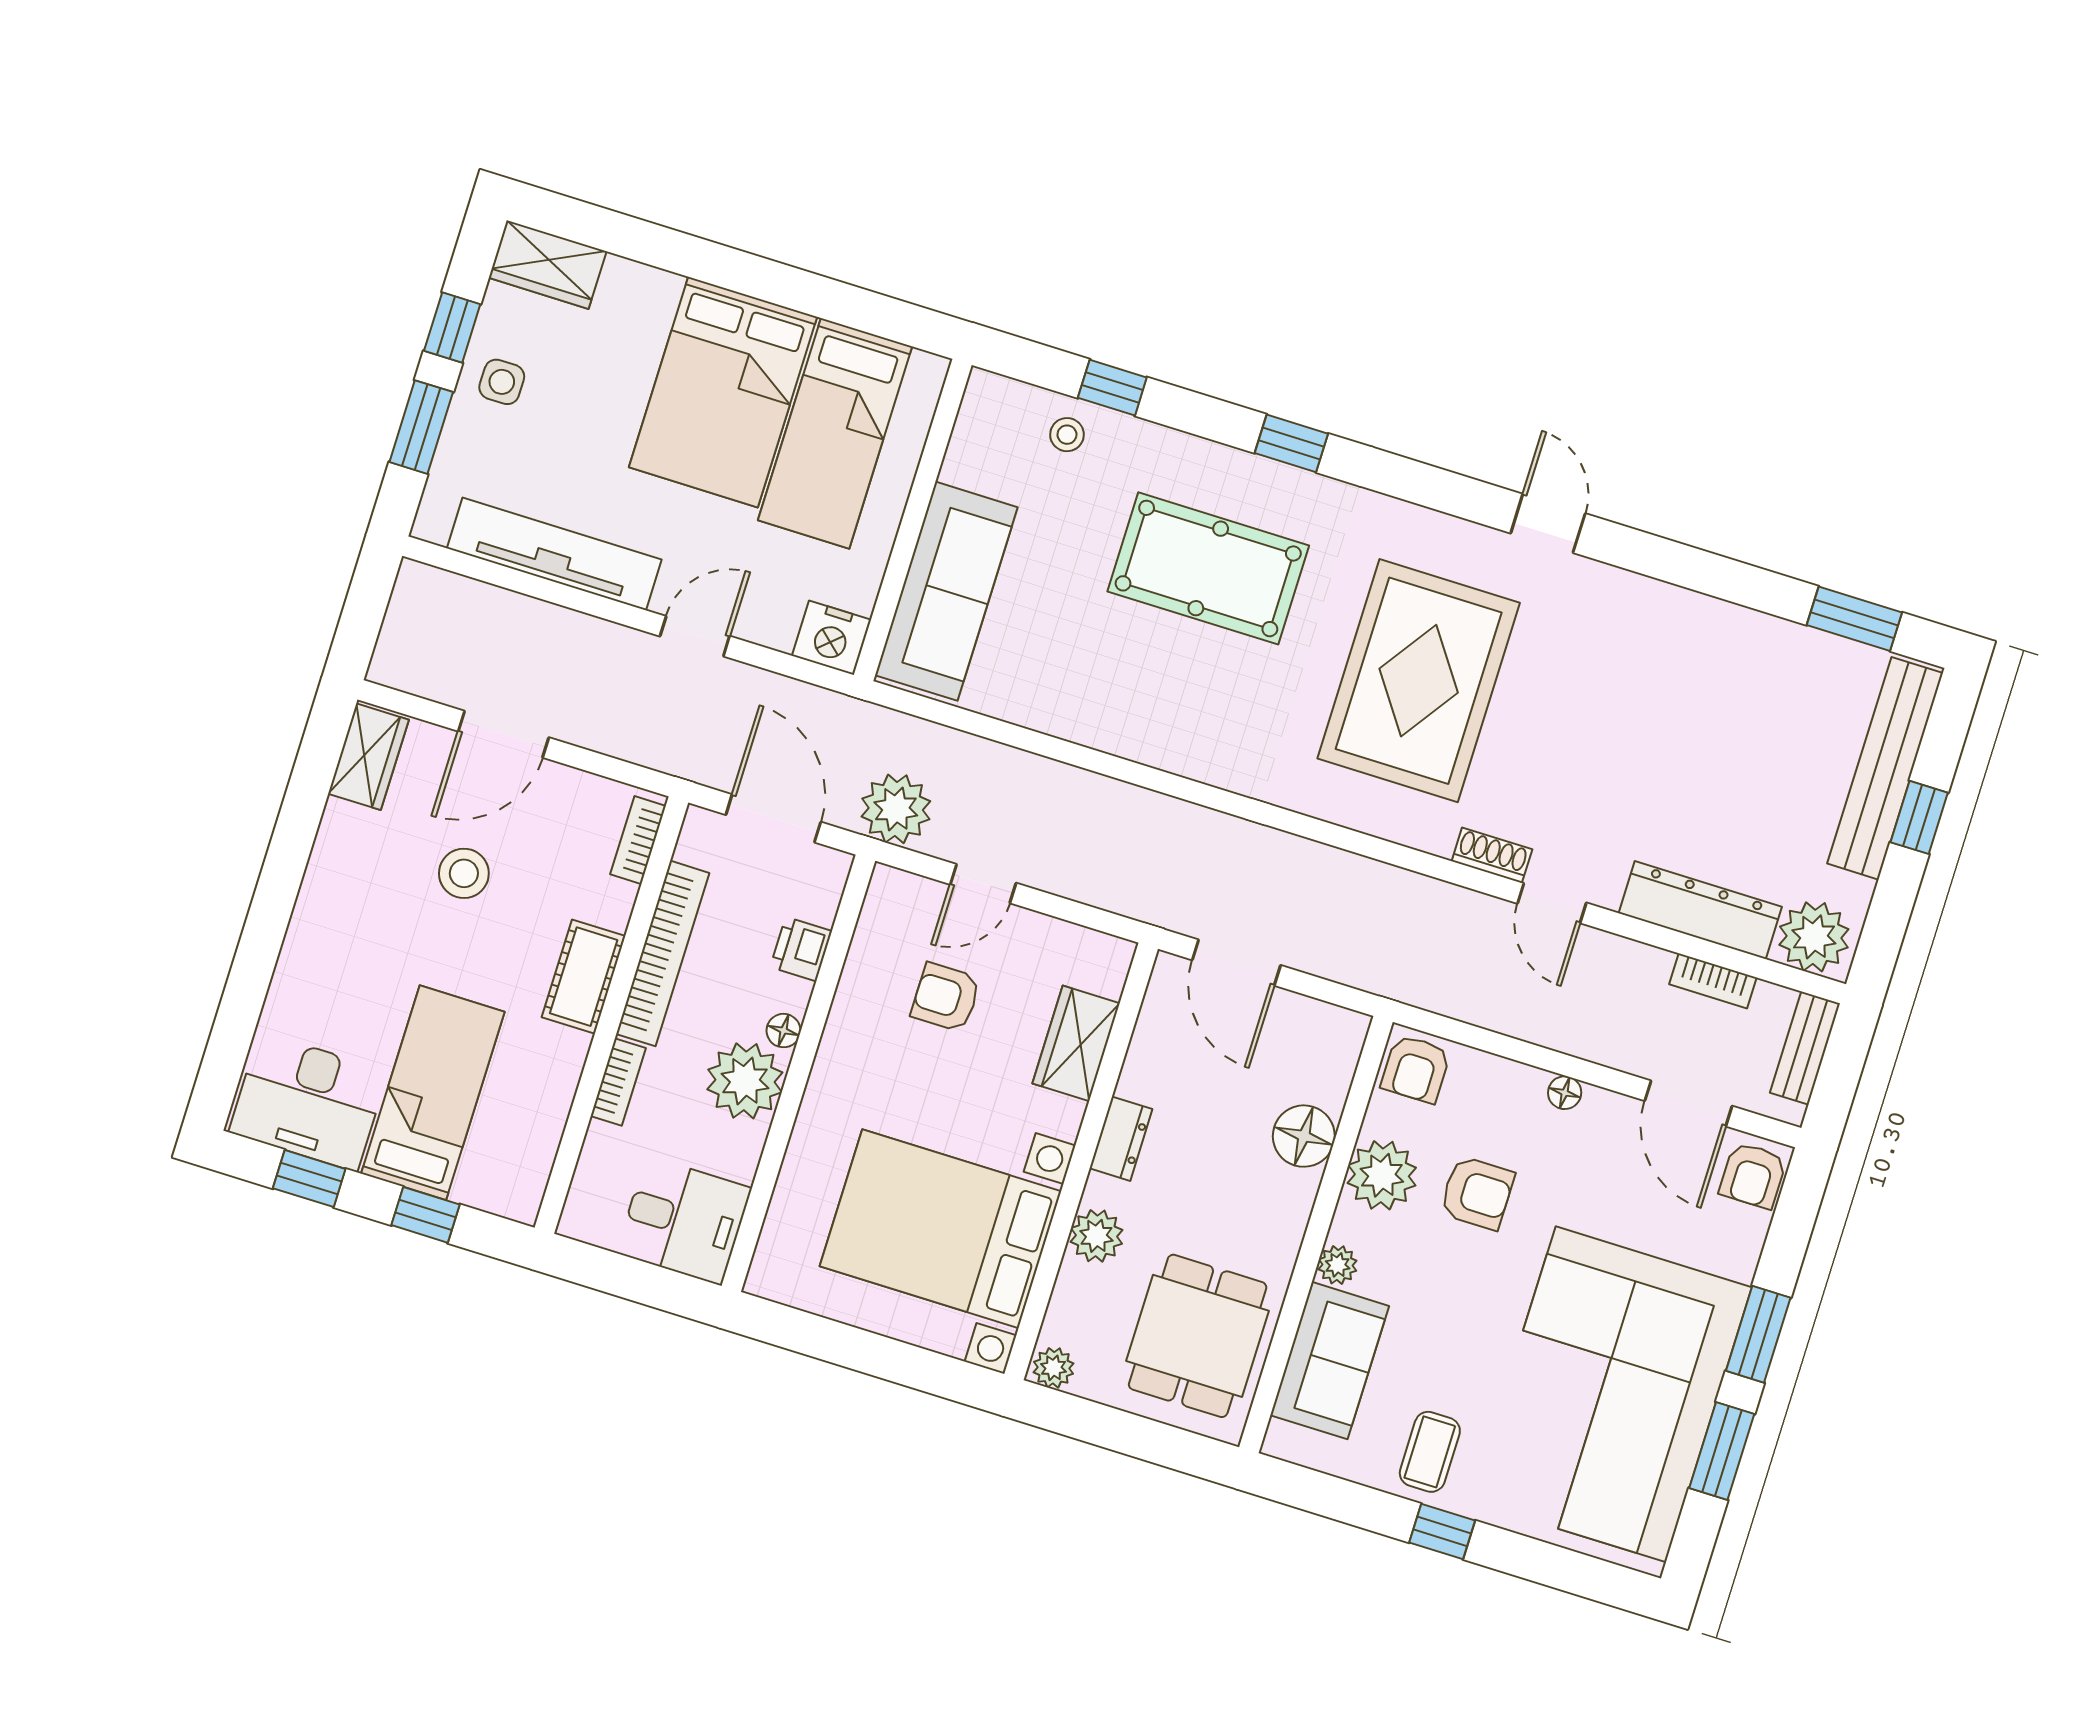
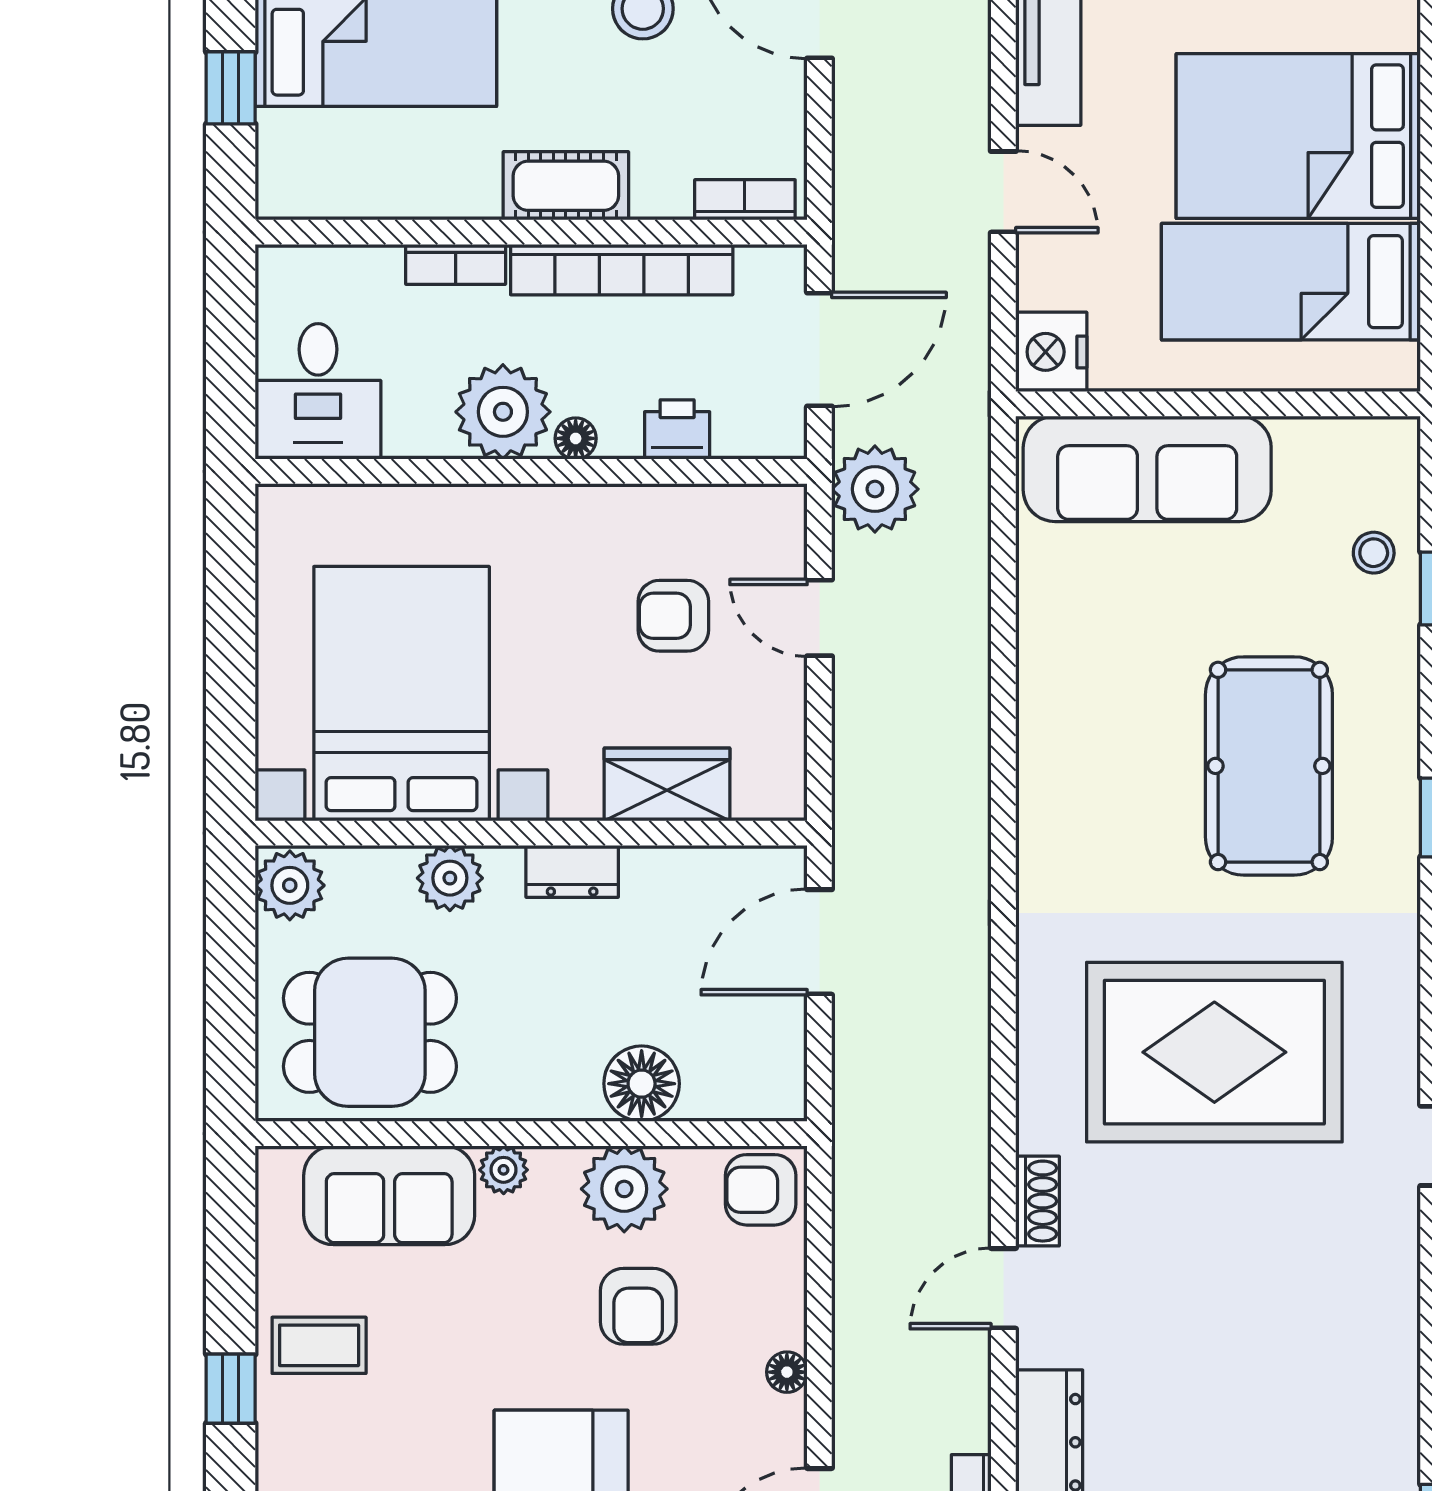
armchair: (946, 997) -> (673, 616), turned -90
plant: (1053, 1368) -> (290, 885), width x1.38, depth x1.38

